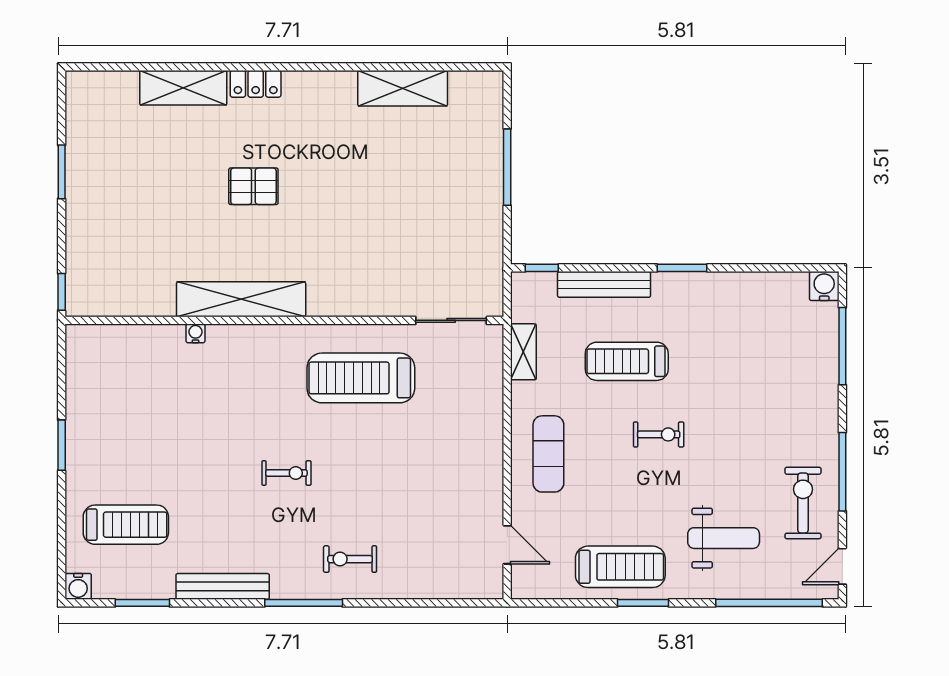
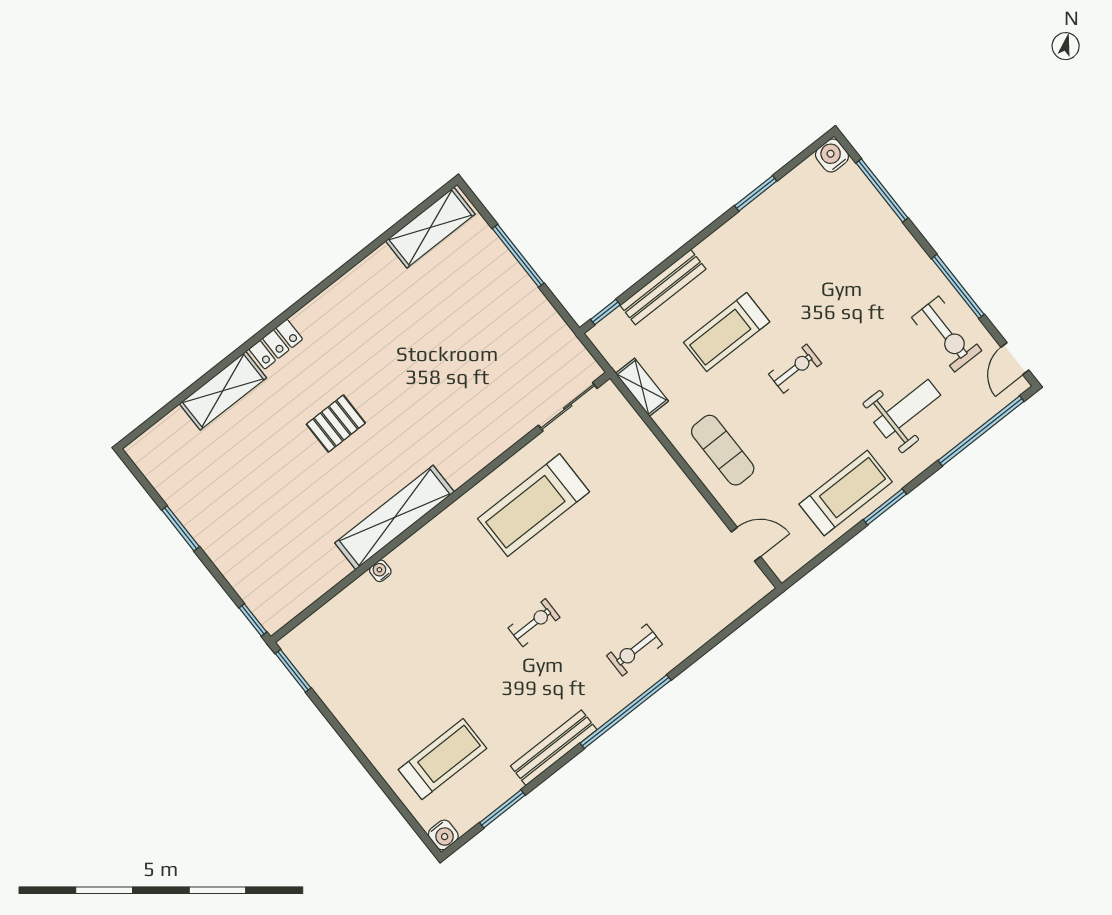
shelving: (403, 88) -> (430, 228), moved
window: (682, 268) -> (756, 193), moved
window: (62, 445) -> (293, 671), moved
exercise bike: (803, 503) -> (947, 334), turned 180
window: (304, 603) -> (625, 712), width x1.46

